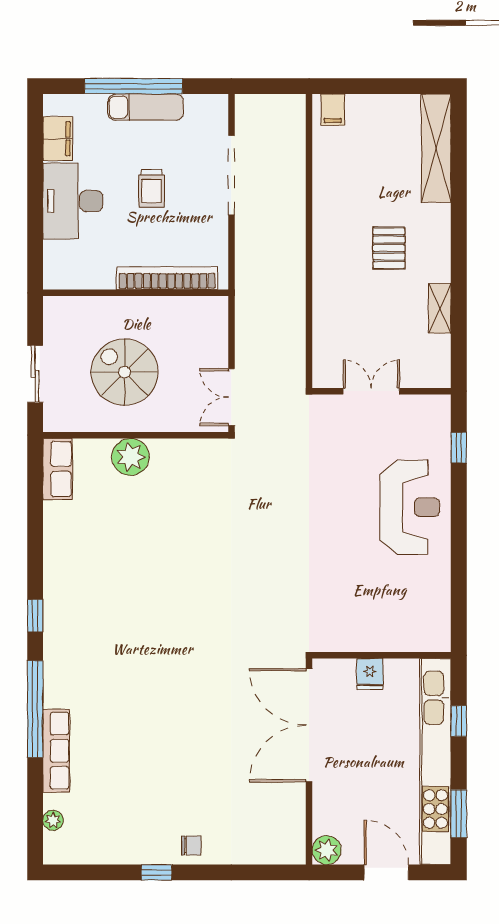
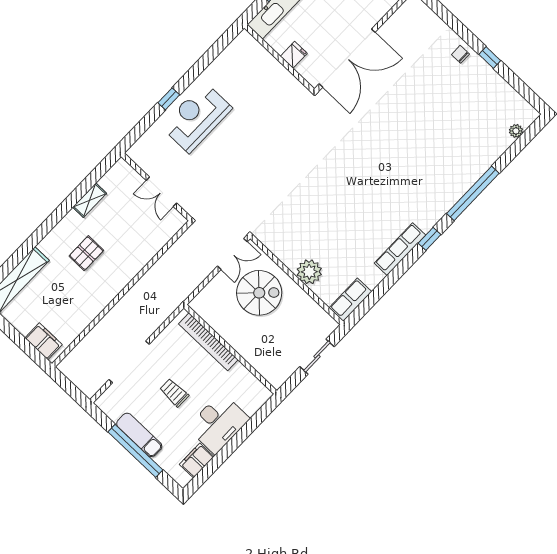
filing cabinet: (333, 110) -> (44, 341), width x2.00
trolley: (151, 188) -> (174, 393), turned -90
spiral stairs: (125, 372) -> (259, 293), moved, turned -90
window: (459, 448) -> (169, 99), moved
row of seats: (56, 751) -> (400, 249), moved

